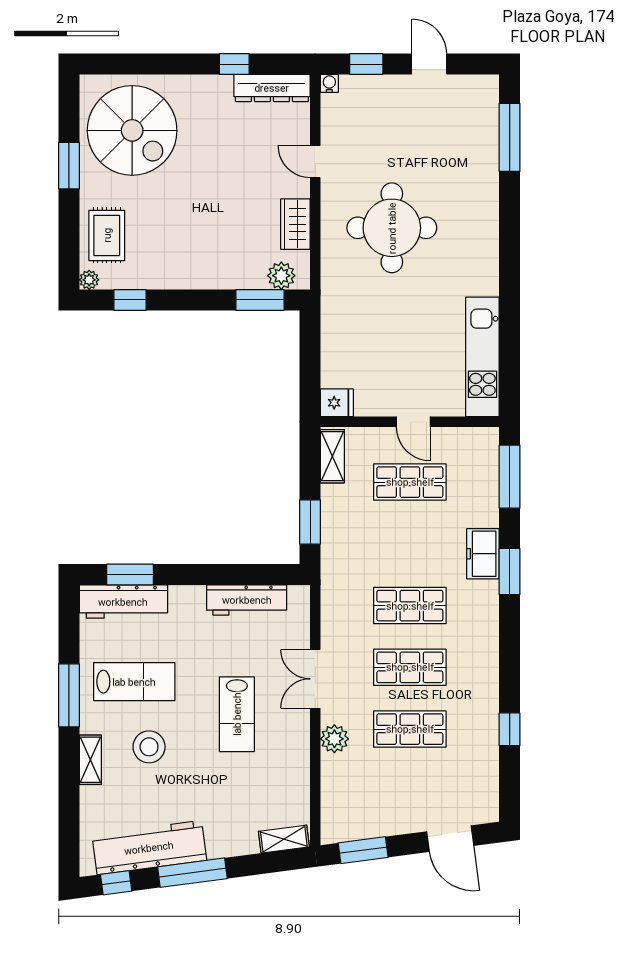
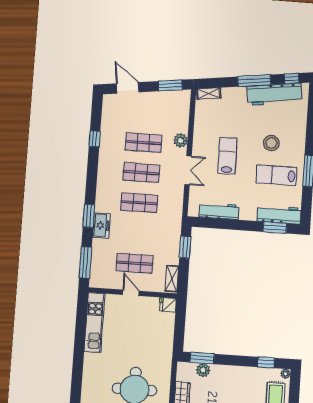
plant: (281, 276) -> (203, 370), moved
shelving: (90, 760) -> (300, 139), removed

